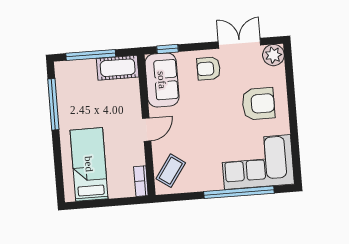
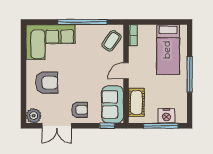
cot: (118, 68) -> (136, 102), moved, turned 90
nightstand: (84, 70) -> (166, 116), added
window: (53, 104) -> (190, 74), moved
armchair: (258, 104) -> (47, 83), turned 180
window: (239, 192) -> (82, 22), moved

